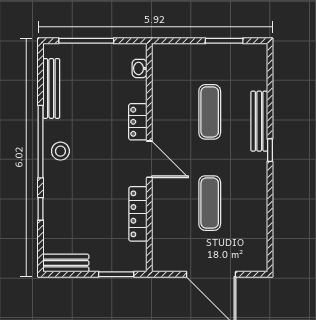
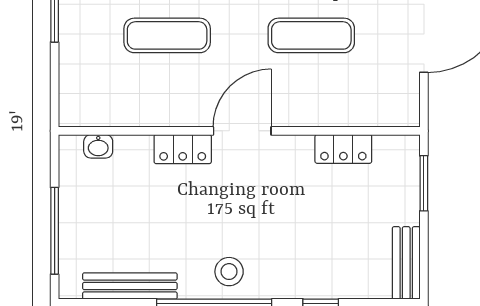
locker: (138, 214) -> (343, 149), width x0.66

